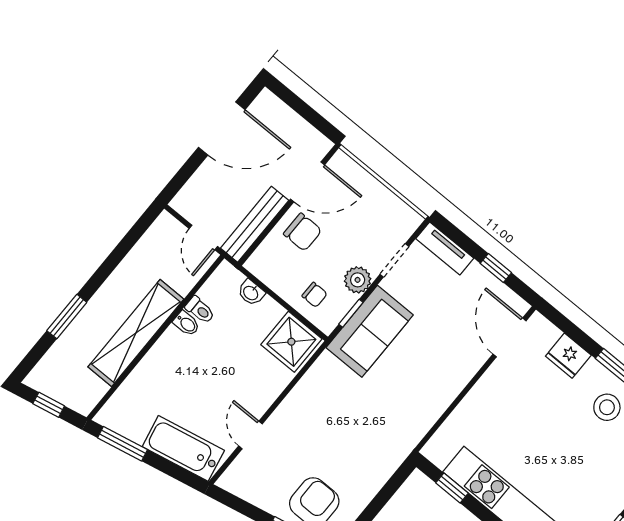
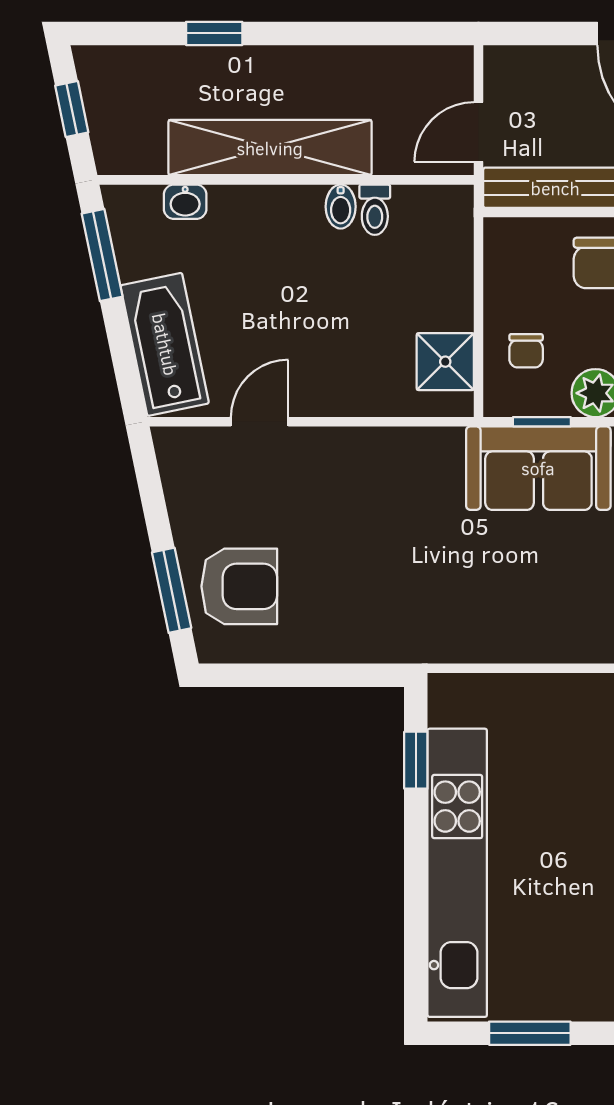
washbasin: (251, 293) -> (185, 202), moved, turned -90
window: (67, 317) -> (214, 33), width x0.67
shower: (291, 342) -> (445, 362), width x0.73, depth x0.73

